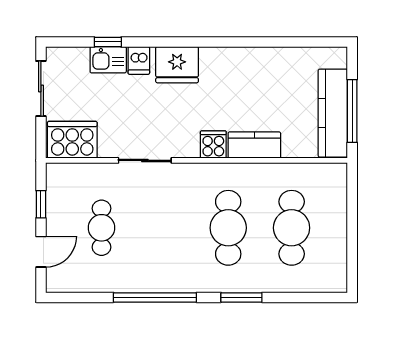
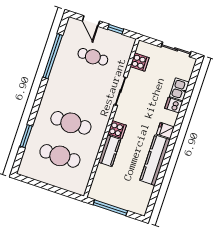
window: (108, 42) -> (189, 92), removed
fridge: (177, 65) -> (165, 130), width x0.53, depth x0.75
kitchen counter: (333, 113) -> (155, 160), moved, turned -90
cooker: (72, 140) -> (140, 62), width x0.53, depth x0.76
window: (155, 297) -> (53, 56), moved
window: (241, 297) -> (26, 136), moved

